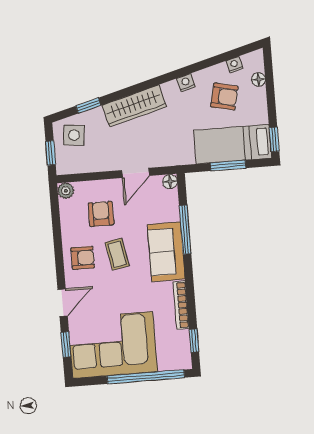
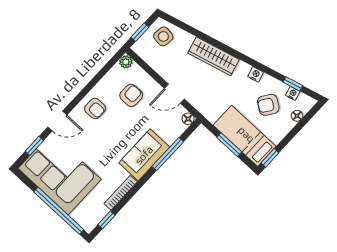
armchair: (224, 96) -> (268, 105), turned 112
window: (88, 106) -> (293, 84), moved
coffee table: (117, 254) -> (116, 127), removed

